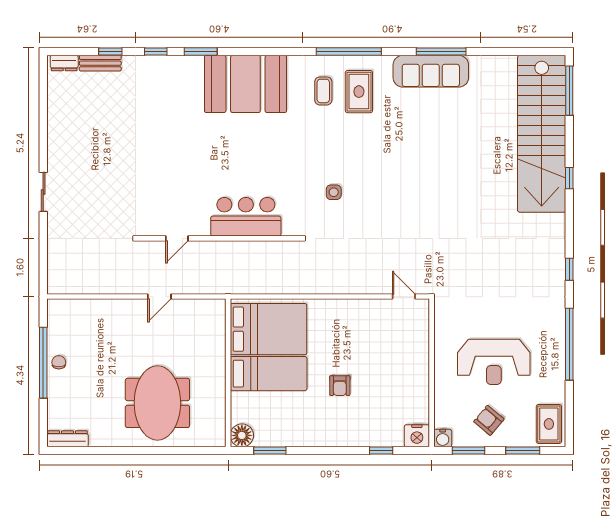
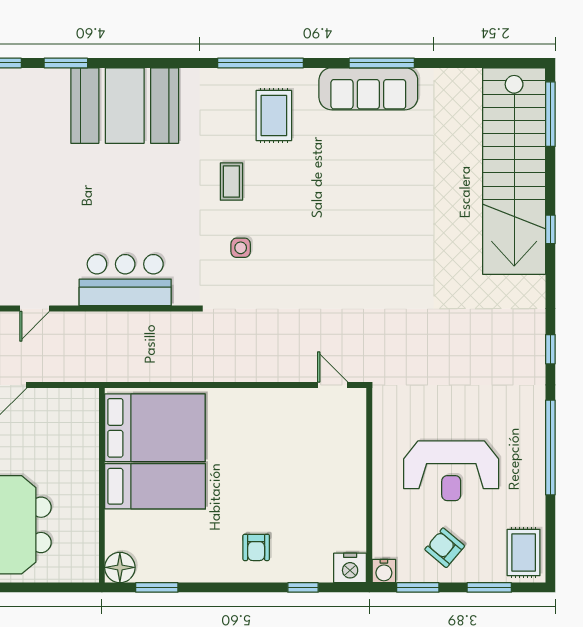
coffee table: (323, 91) -> (231, 182), moved
armchair: (340, 386) -> (256, 547), moved

